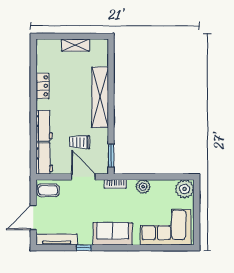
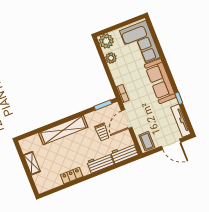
plant: (143, 187) -> (111, 58), moved
sofa: (113, 234) -> (160, 81), width x1.36

